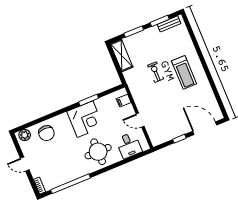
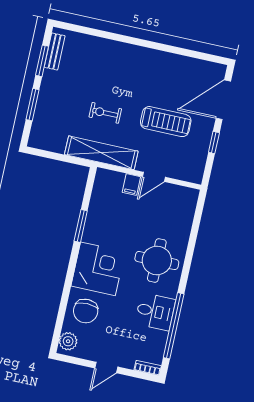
shelving: (122, 55) -> (101, 153), moved, width x1.47
treadmill: (184, 72) -> (166, 122), moved
filing cabinet: (124, 101) -> (131, 185), moved
corner desk: (85, 119) -> (98, 269), moved
chair: (46, 133) -> (86, 311), turned 90
desk: (129, 145) -> (155, 312), moved

